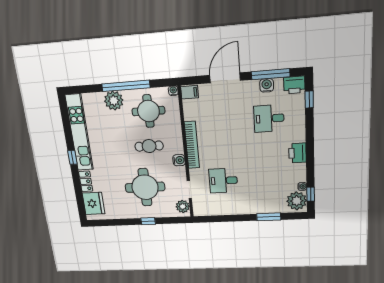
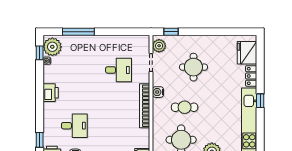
round table: (145, 187) -> (193, 67), width x0.73, depth x0.73
window: (269, 217) -> (78, 32), width x1.44
window: (148, 221) -> (171, 32), moved

